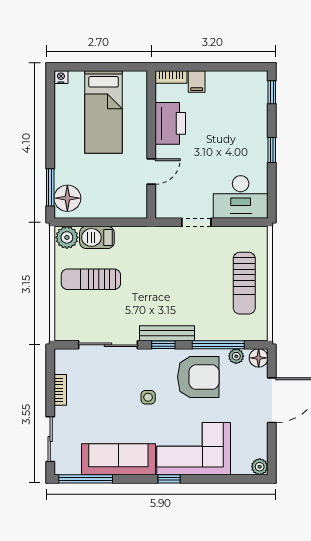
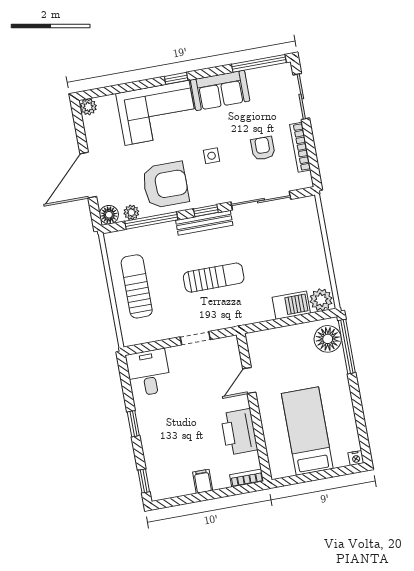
filing cabinet: (197, 82) -> (203, 481), moved
window: (50, 187) -> (347, 347), width x1.44
desk: (241, 197) -> (148, 373), width x0.73
sun lounger: (91, 279) -> (214, 278), moved
armchair: (198, 377) -> (165, 185), turned 180
bookcase: (60, 390) -> (300, 147), width x1.56
armchair: (97, 395) -> (263, 148), added
sofa: (118, 459) -> (220, 90), width x0.73

